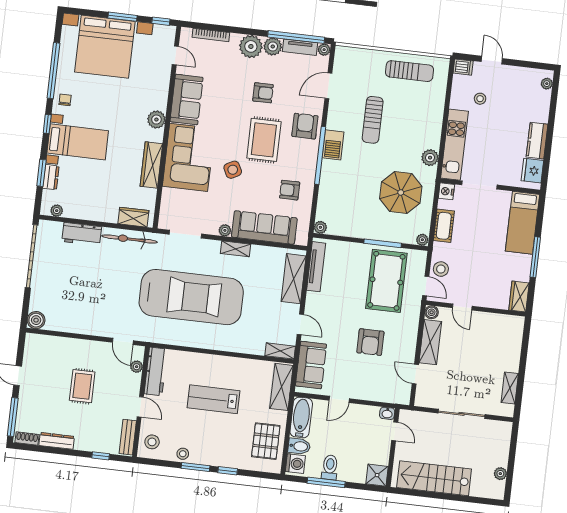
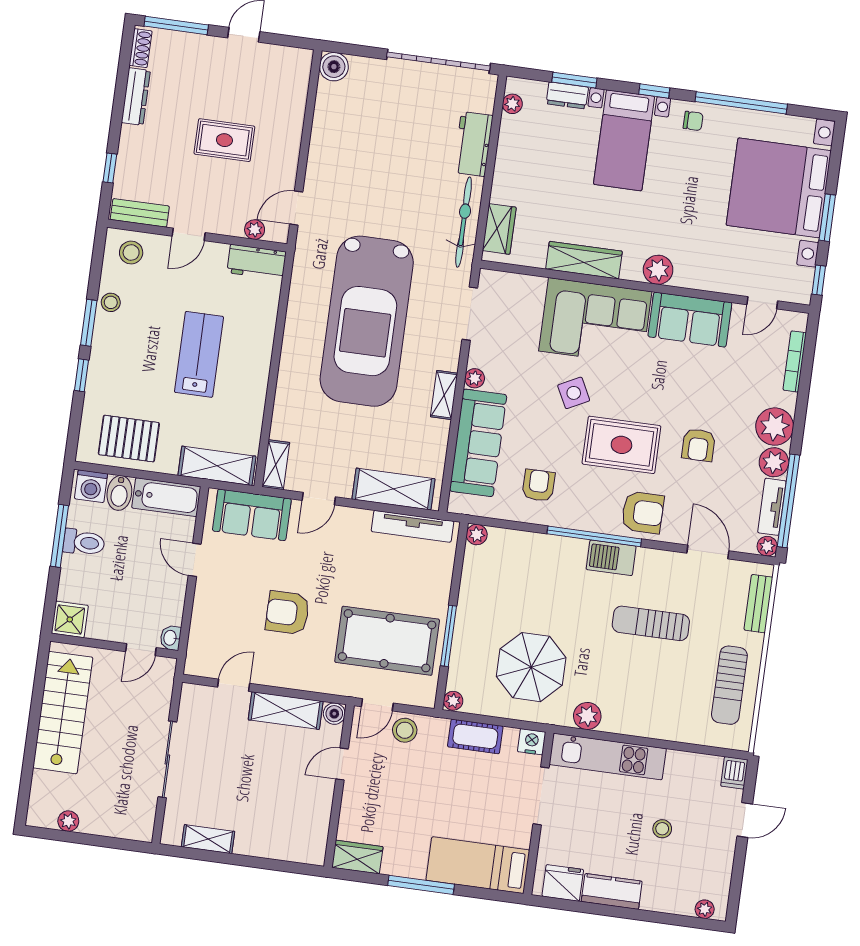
bench: (359, 54) -> (758, 604), added
stool: (480, 99) -> (662, 829), moved
workbench: (156, 371) -> (257, 262), width x0.73

